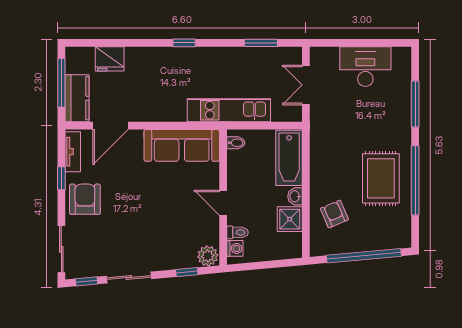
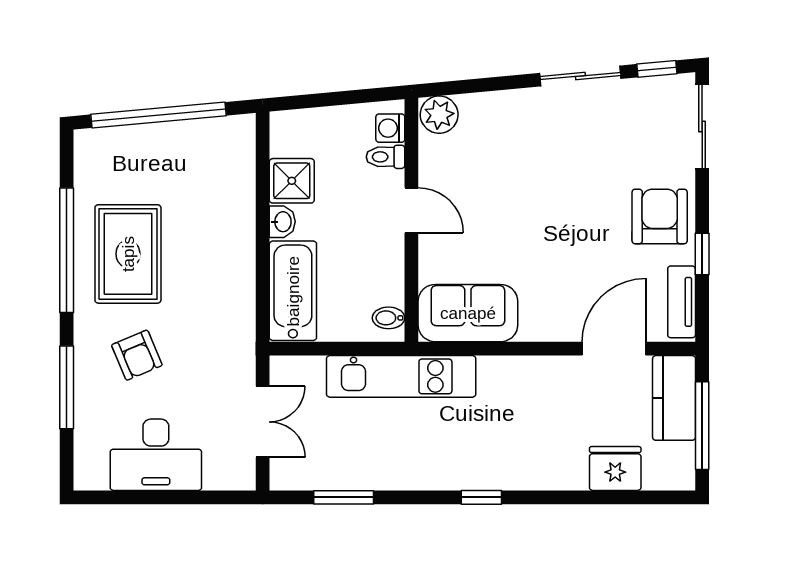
sofa: (182, 145) -> (468, 313), width x0.73
armchair: (85, 199) -> (660, 216), turned 180
armchair: (334, 214) -> (137, 355), moved
window: (187, 272) -> (476, 86), removed

